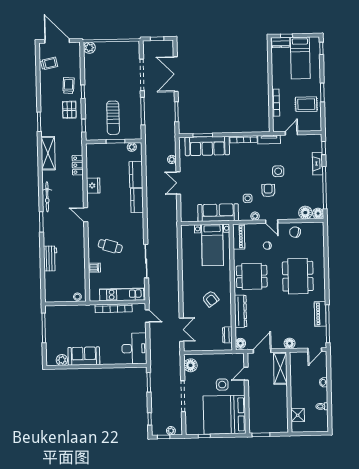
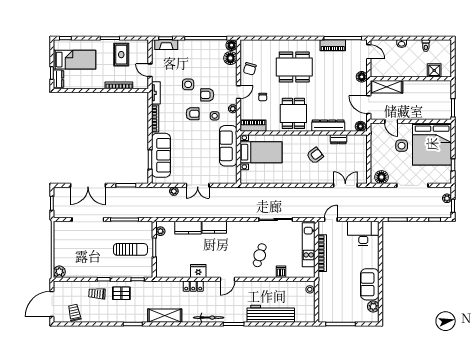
fireplace: (318, 164) -> (166, 45), moved
locker: (78, 165) -> (193, 286), moved
armchair: (249, 176) -> (193, 114), added
workbench: (50, 258) -> (271, 314), width x1.88, depth x1.32
dresser: (227, 335) -> (338, 139), moved

